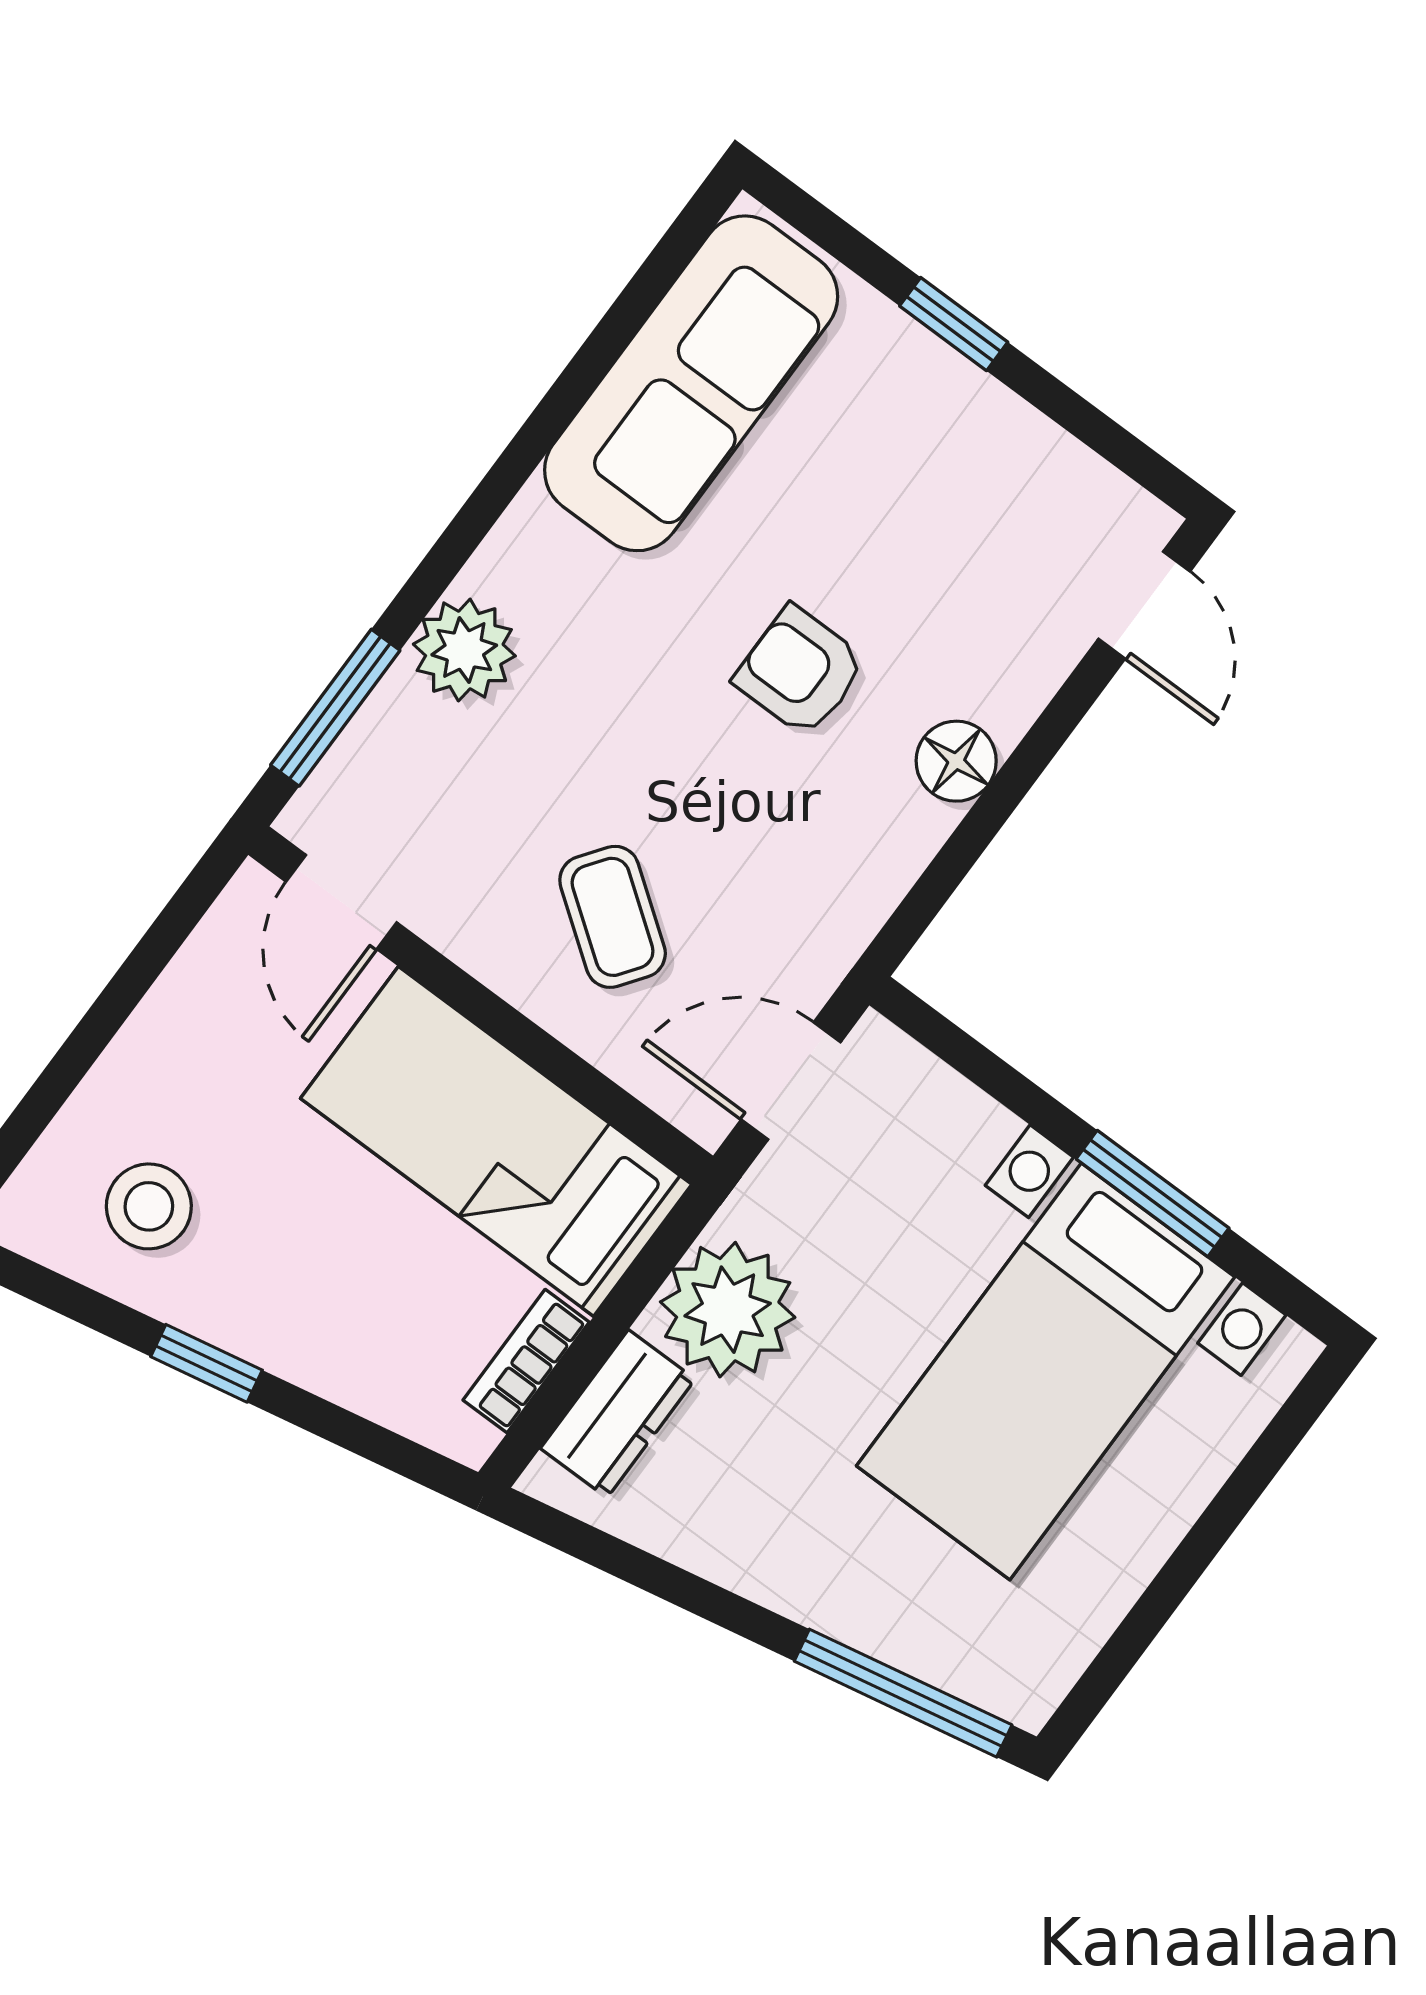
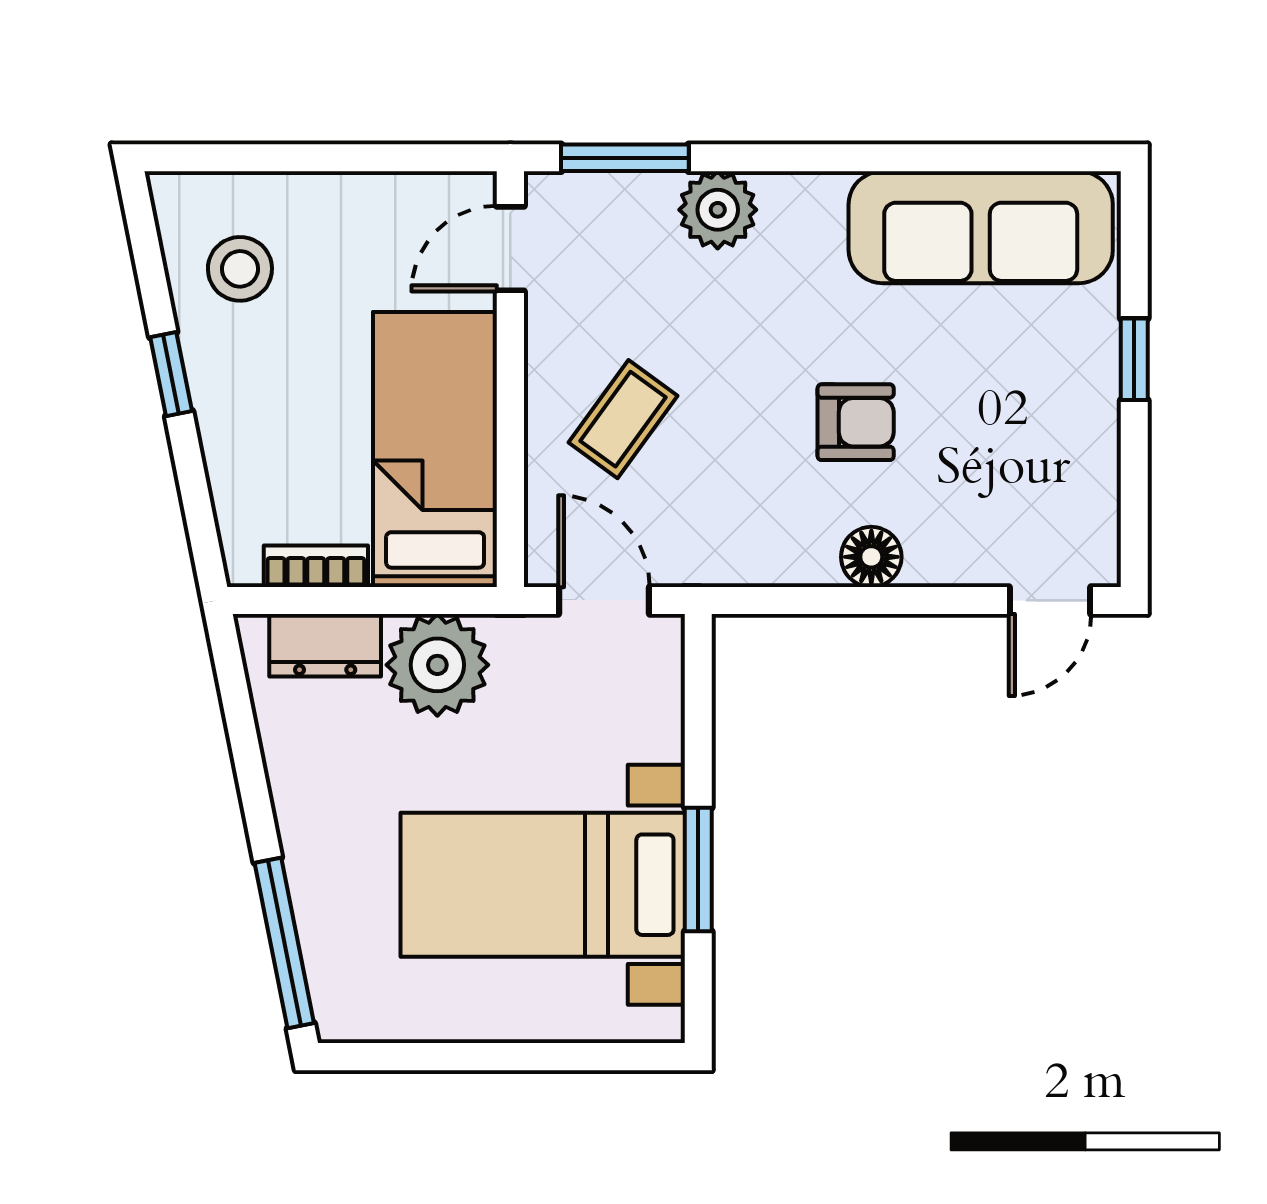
armchair: (800, 671) -> (856, 422), turned 90

